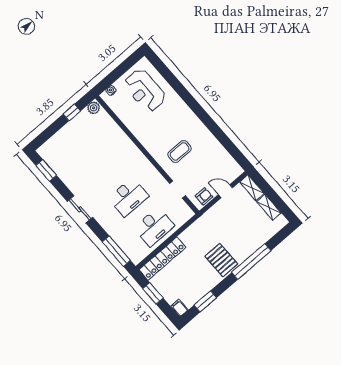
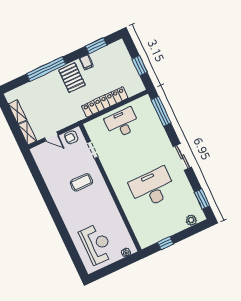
plant: (94, 108) -> (191, 220), moved
desk: (128, 197) -> (152, 188), moved, width x1.36, depth x1.30
locker: (162, 259) -> (105, 102), moved
filing cabinet: (179, 308) -> (86, 62), moved

